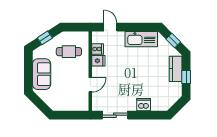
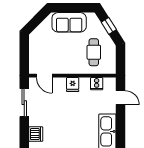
door: (110, 27) -> (120, 98), hinge flipped
fridge: (98, 61) -> (73, 85), moved
door: (90, 85) -> (44, 76), moved

